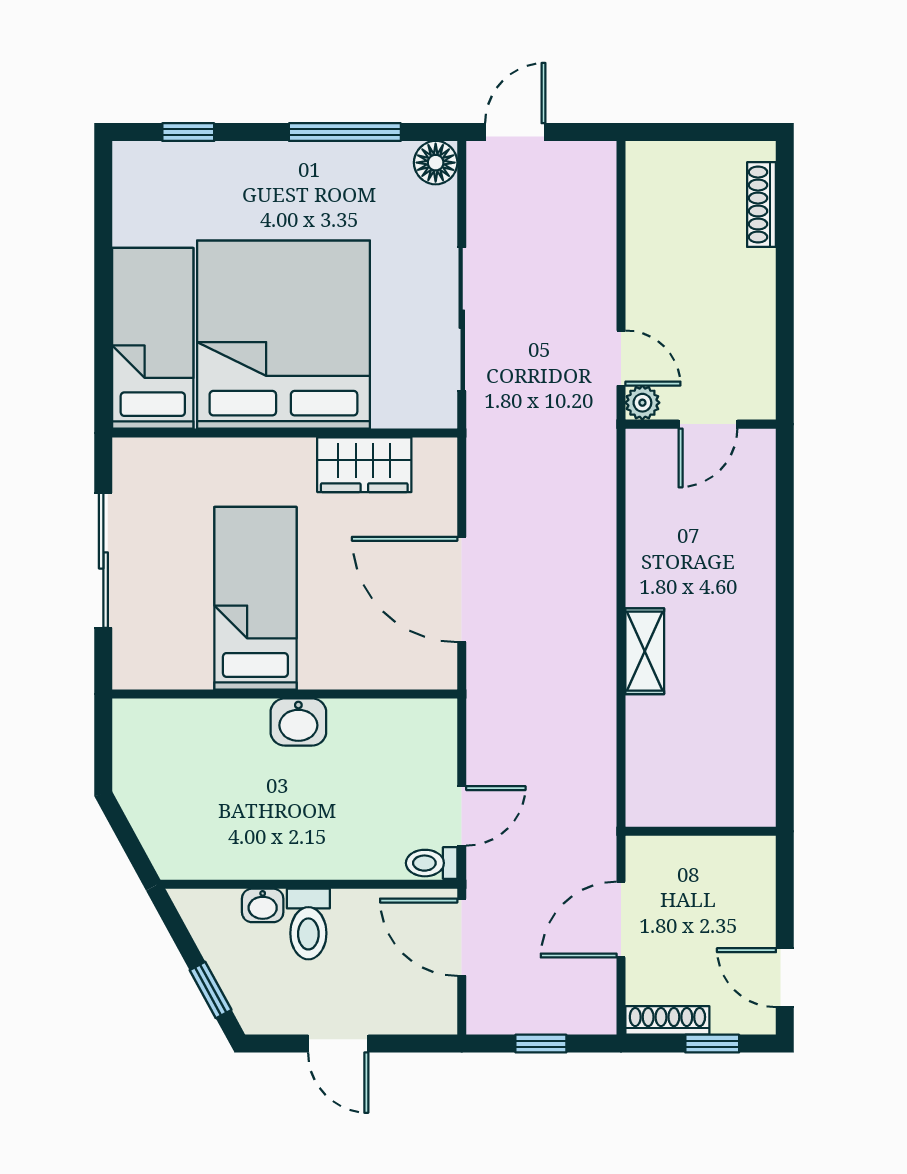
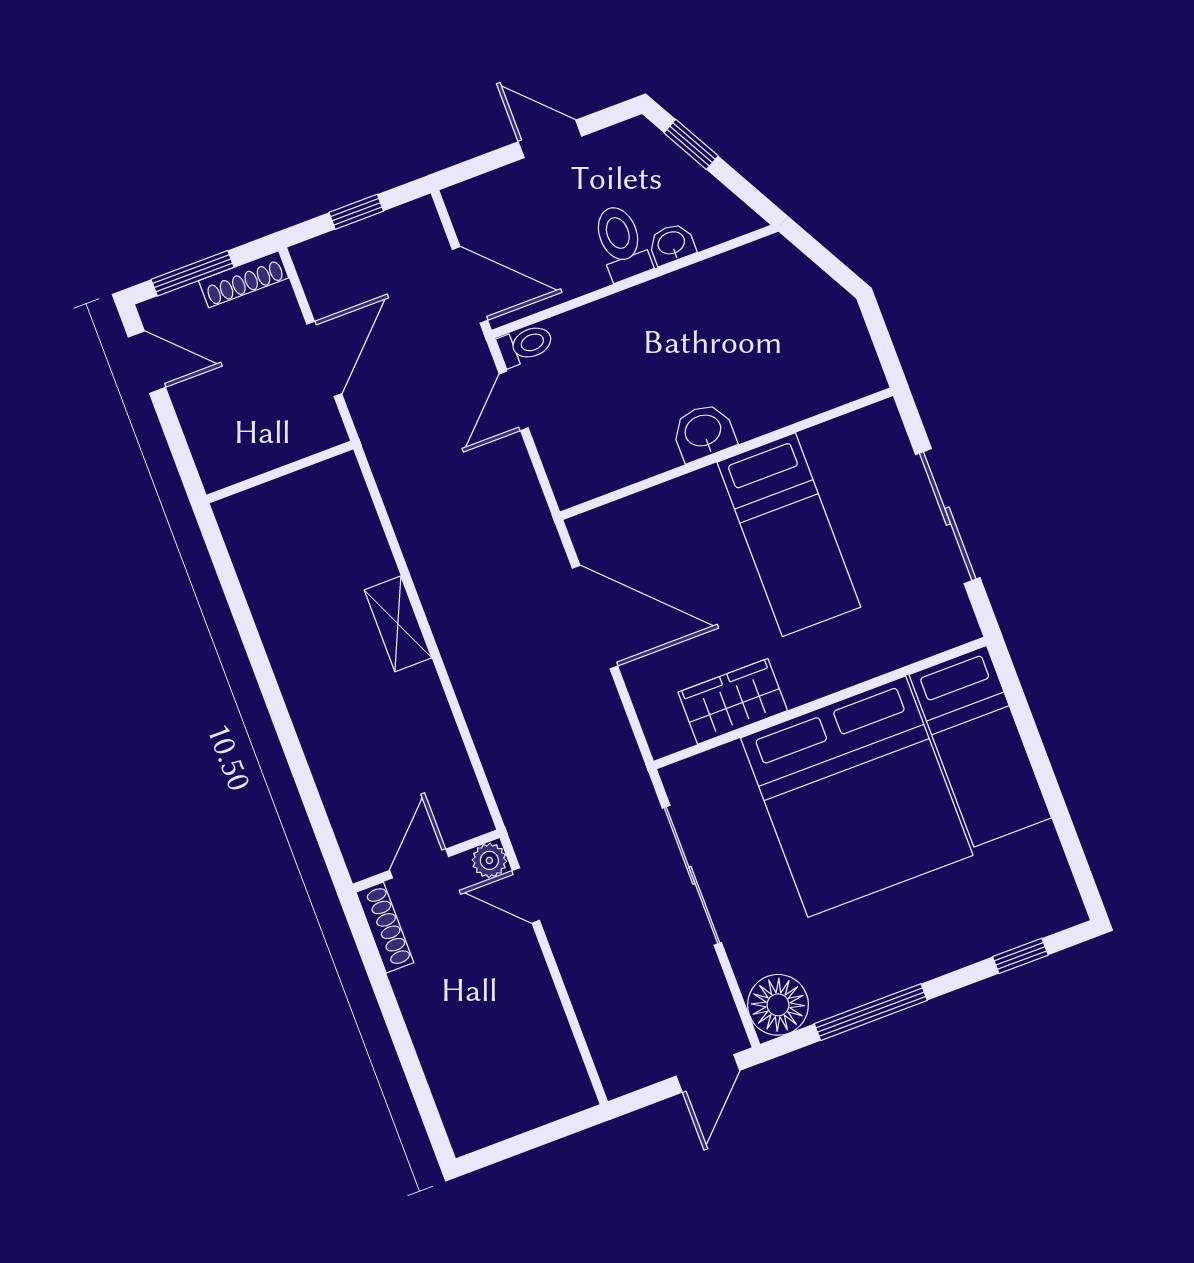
floor lamp: (436, 163) -> (778, 1005), width x1.38, depth x1.38
shoe rack: (761, 205) -> (385, 927), moved
window: (712, 1044) -> (193, 273), width x1.50

